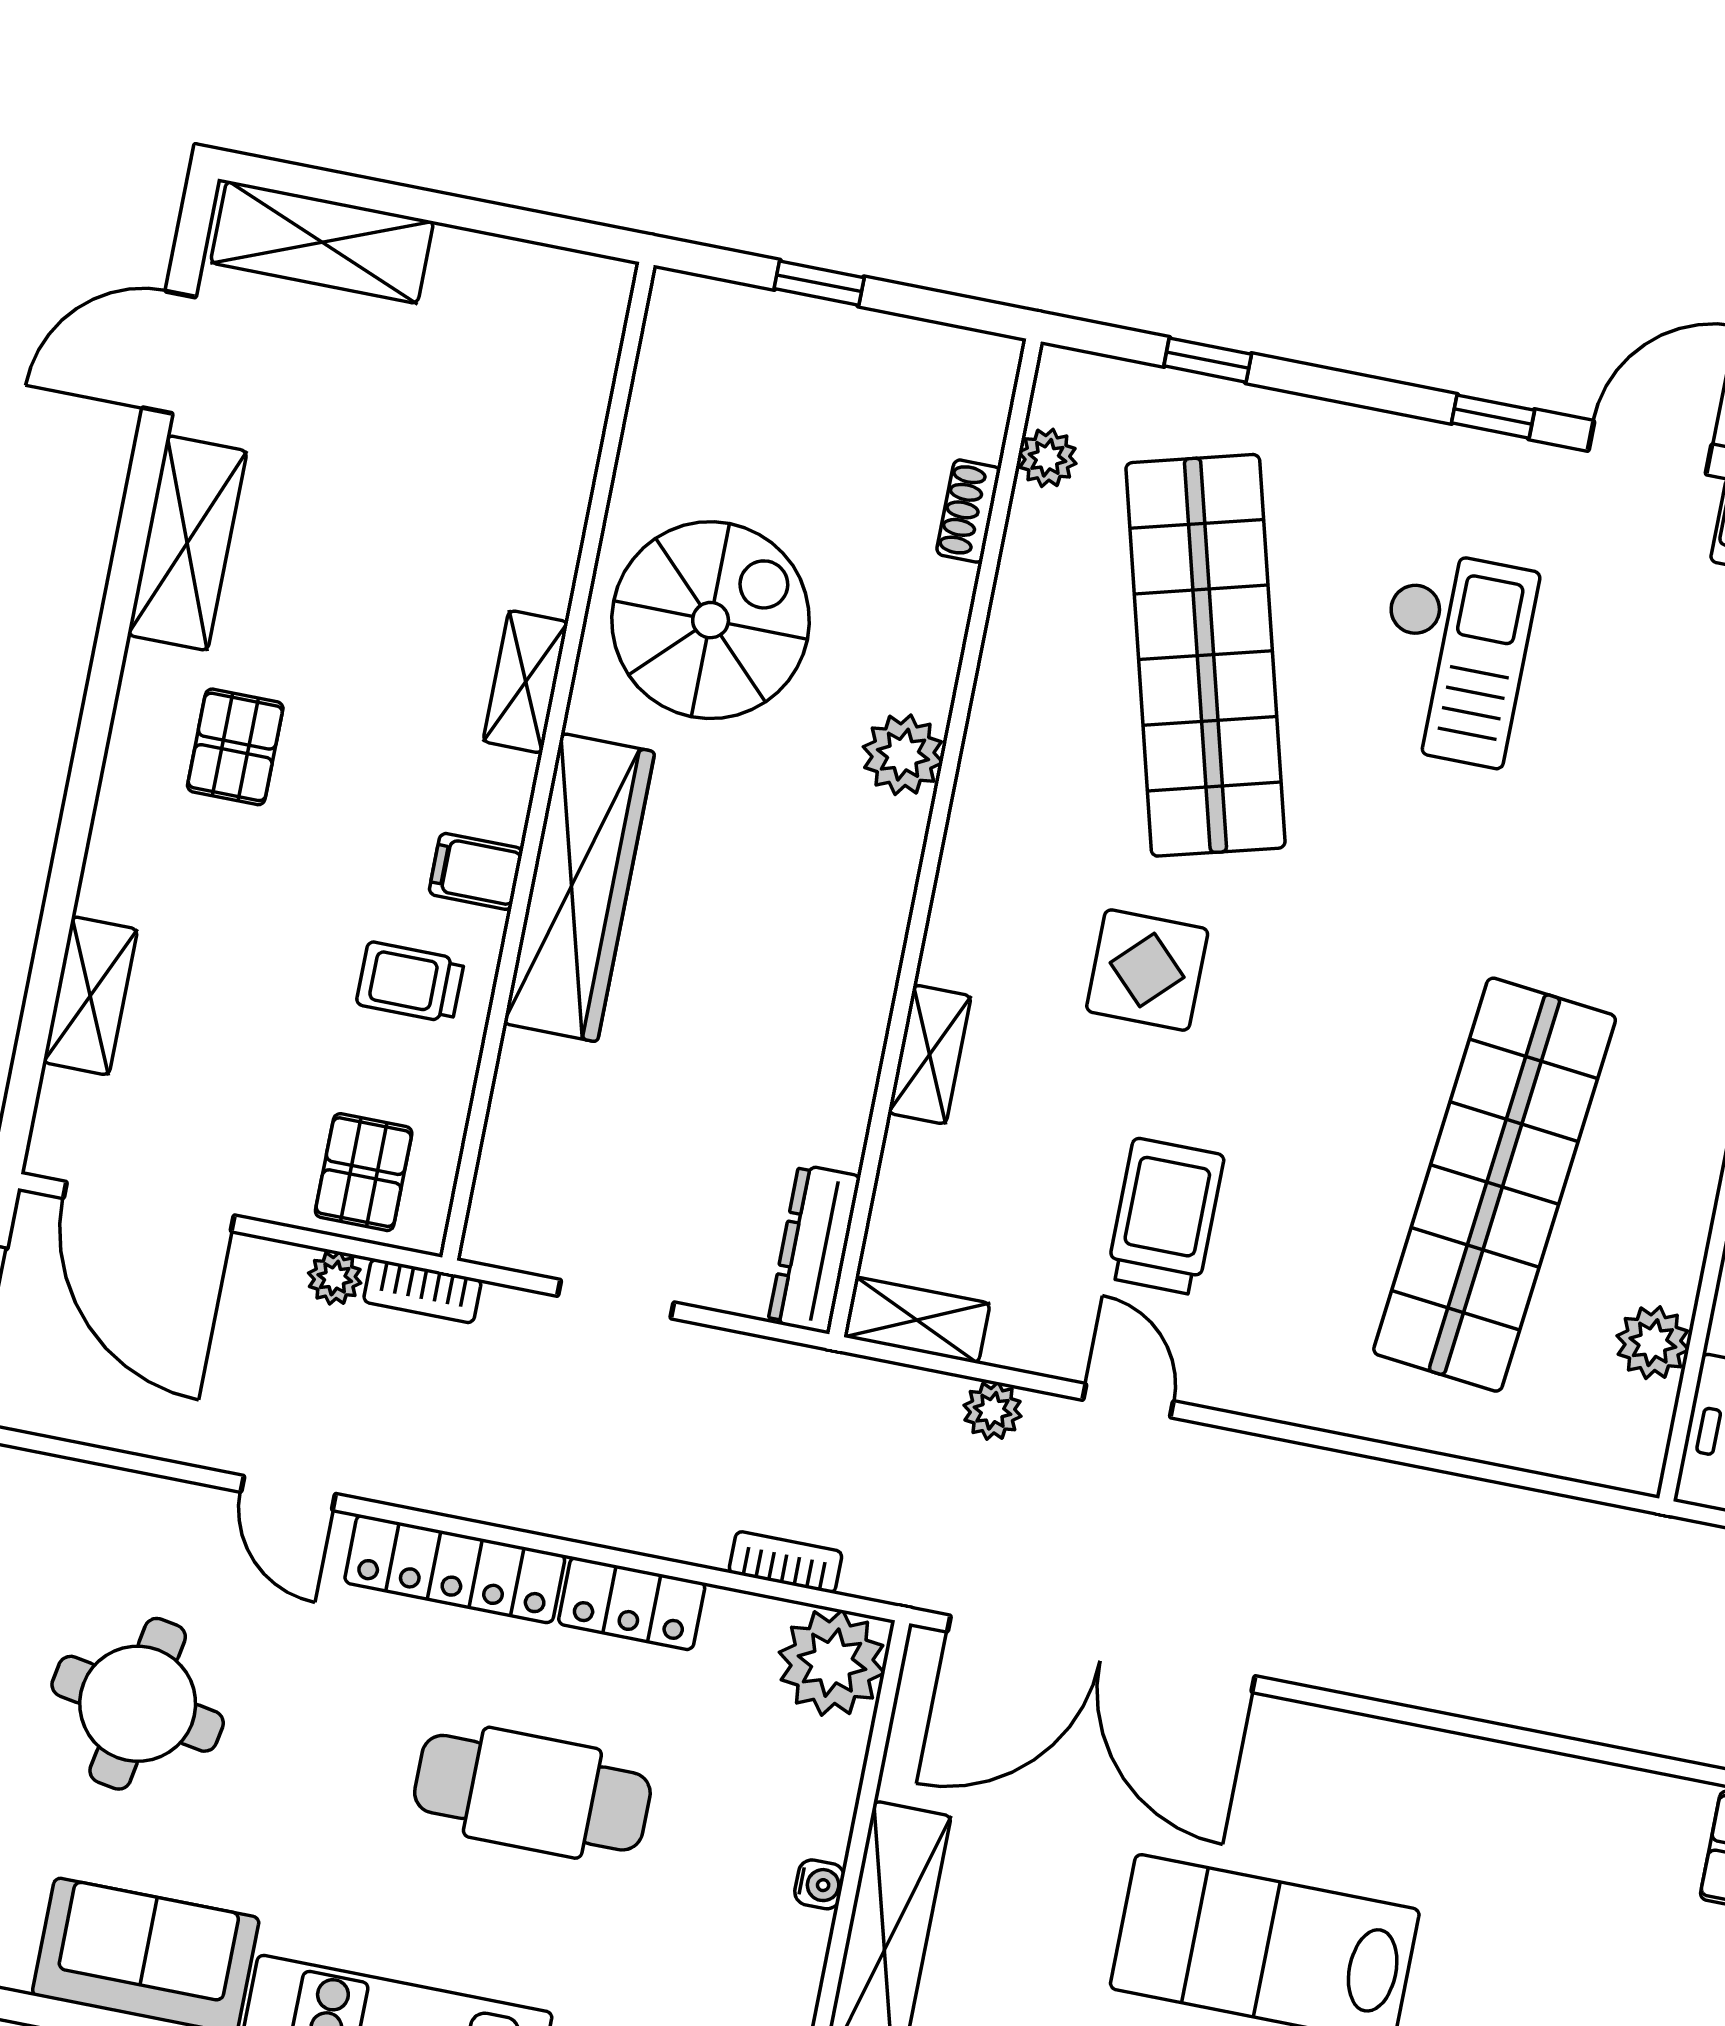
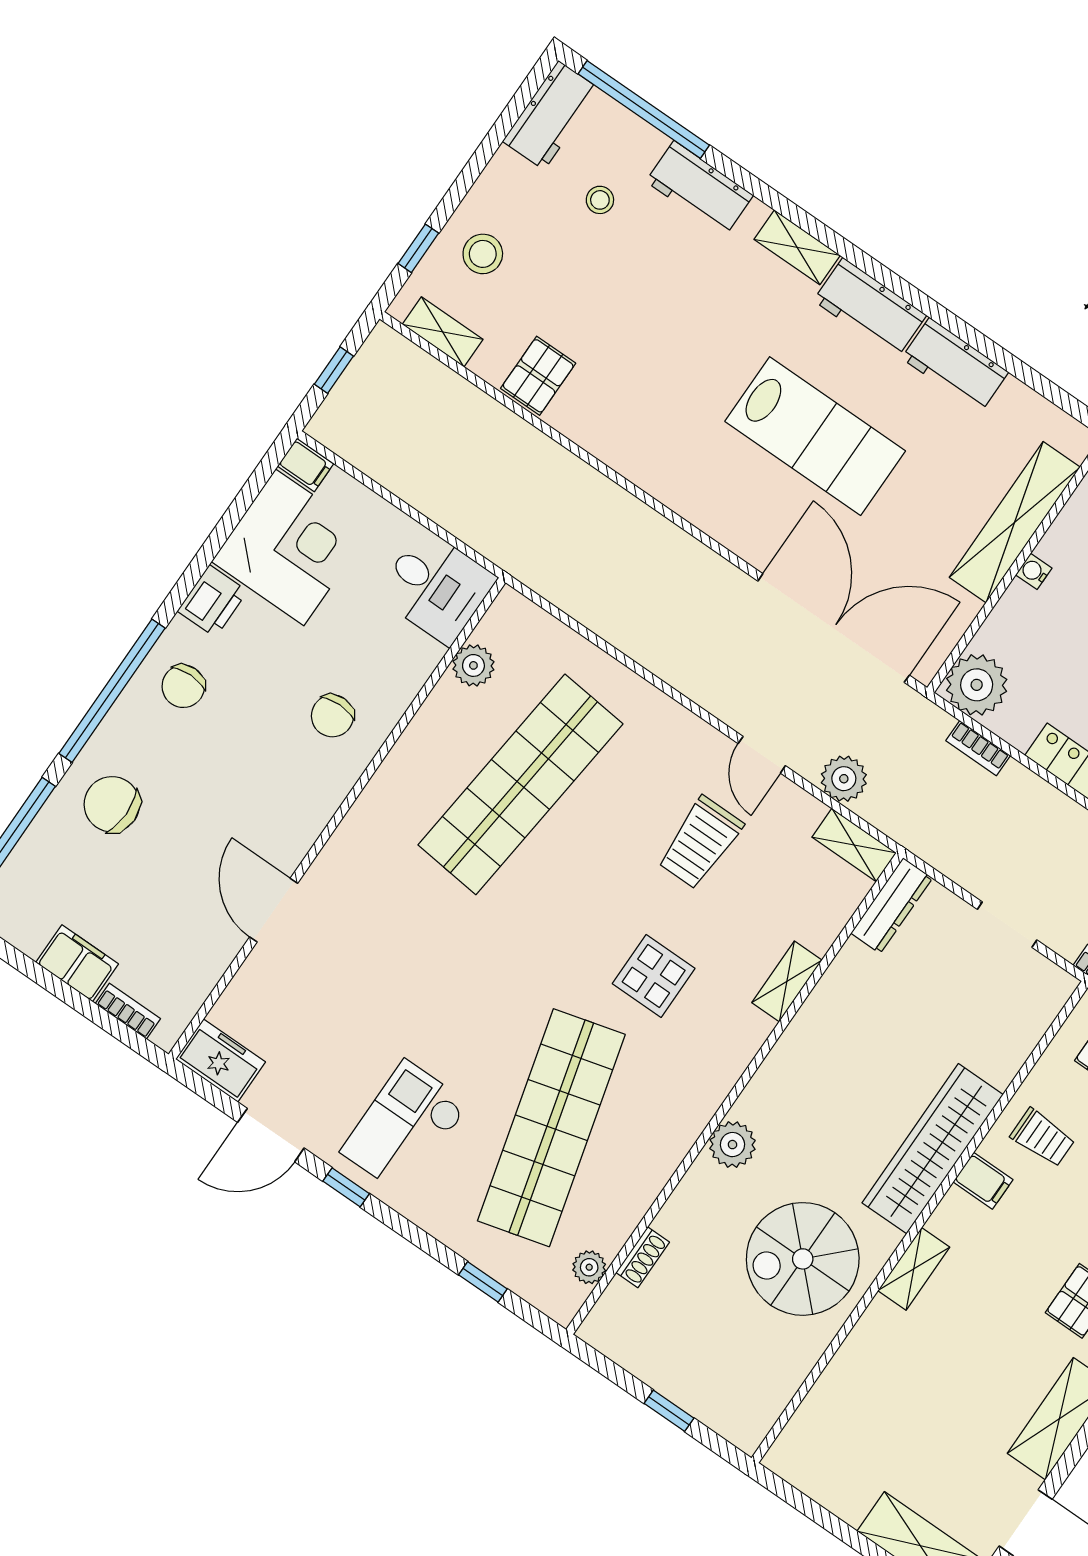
checkout: (1452, 658) -> (405, 1128), moved
plant: (993, 1411) -> (844, 779), width x1.38, depth x1.38

